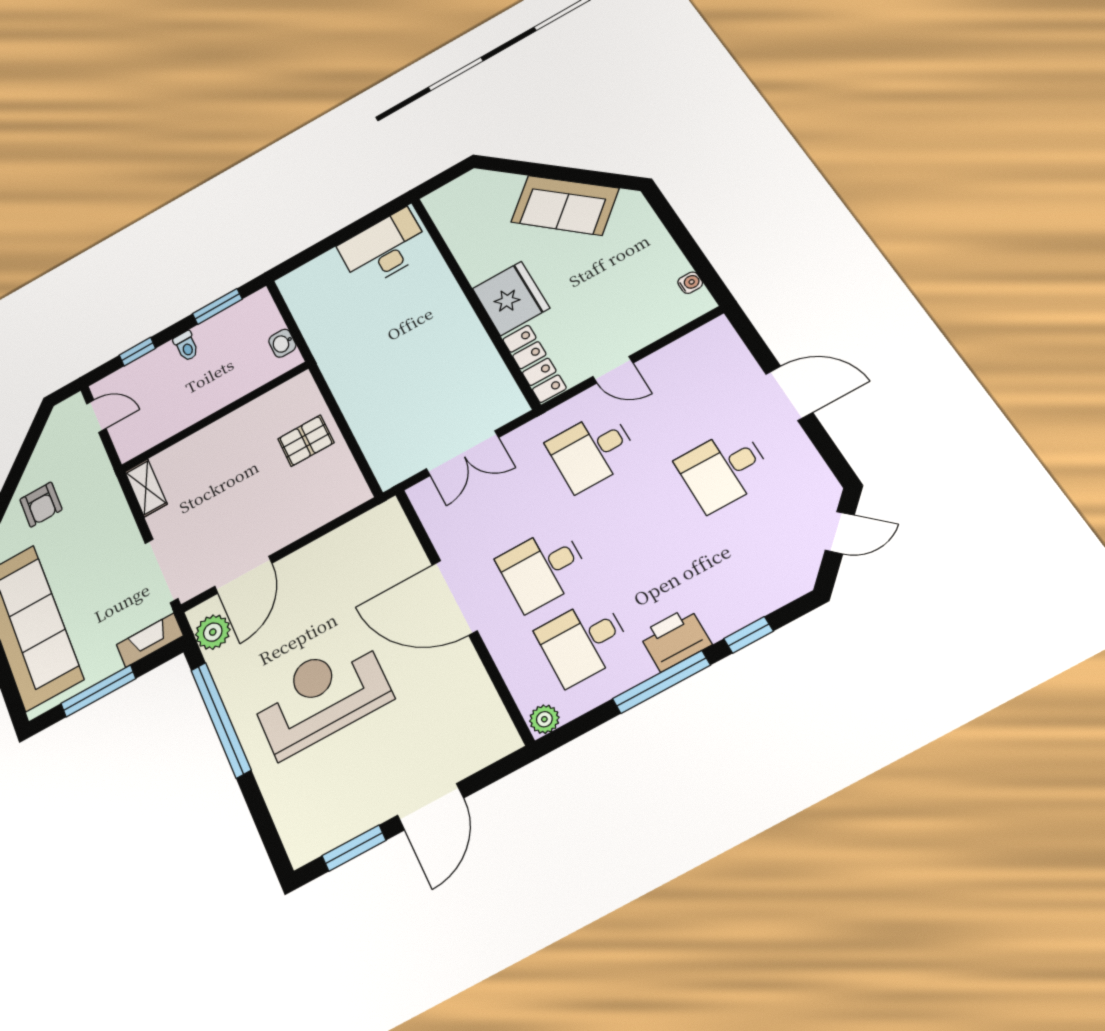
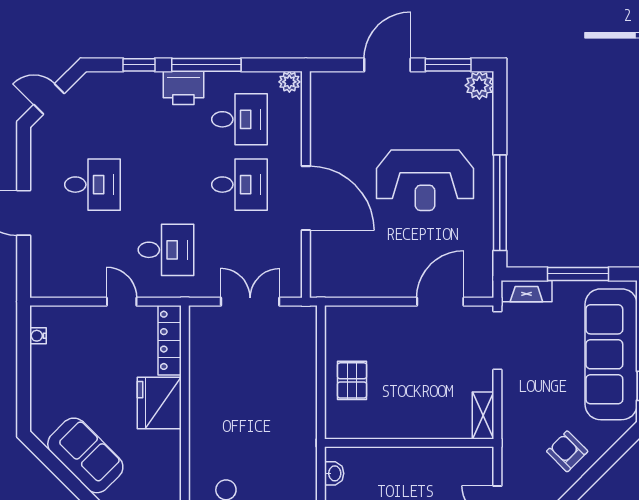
pallet: (306, 441) -> (352, 380), turned 90
armchair: (41, 505) -> (567, 451), turned -45
plant: (213, 632) -> (479, 85), moved

